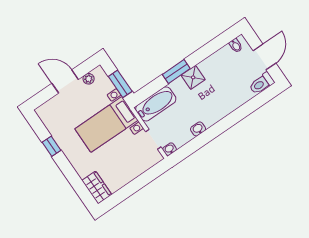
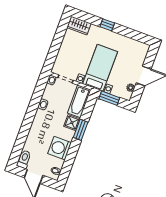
washing machine: (214, 68) -> (60, 148), added
shower: (193, 77) -> (72, 123), moved
window: (52, 146) -> (107, 25), moved

